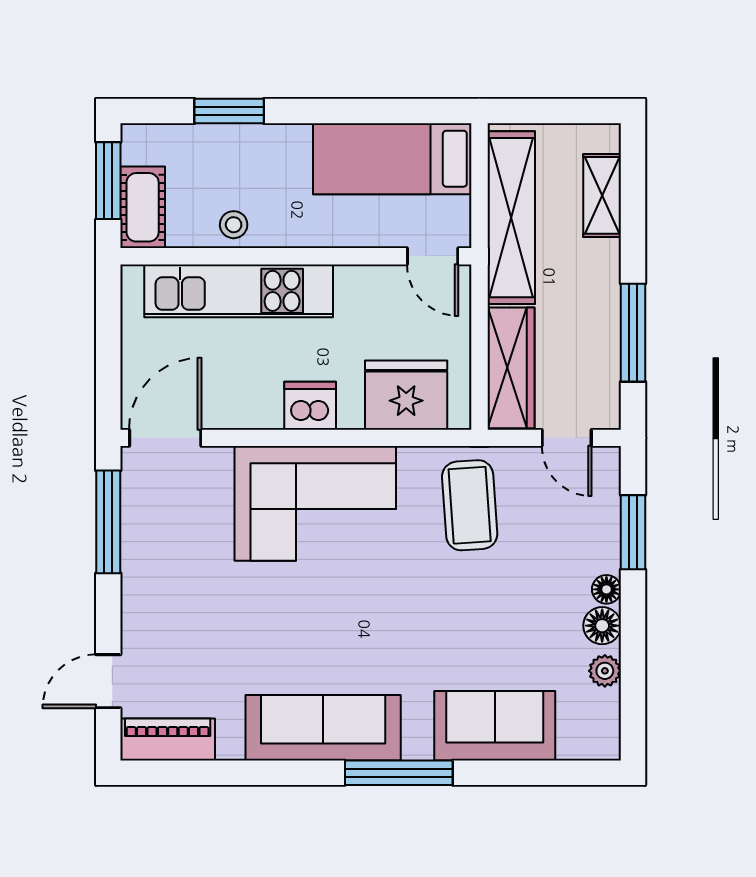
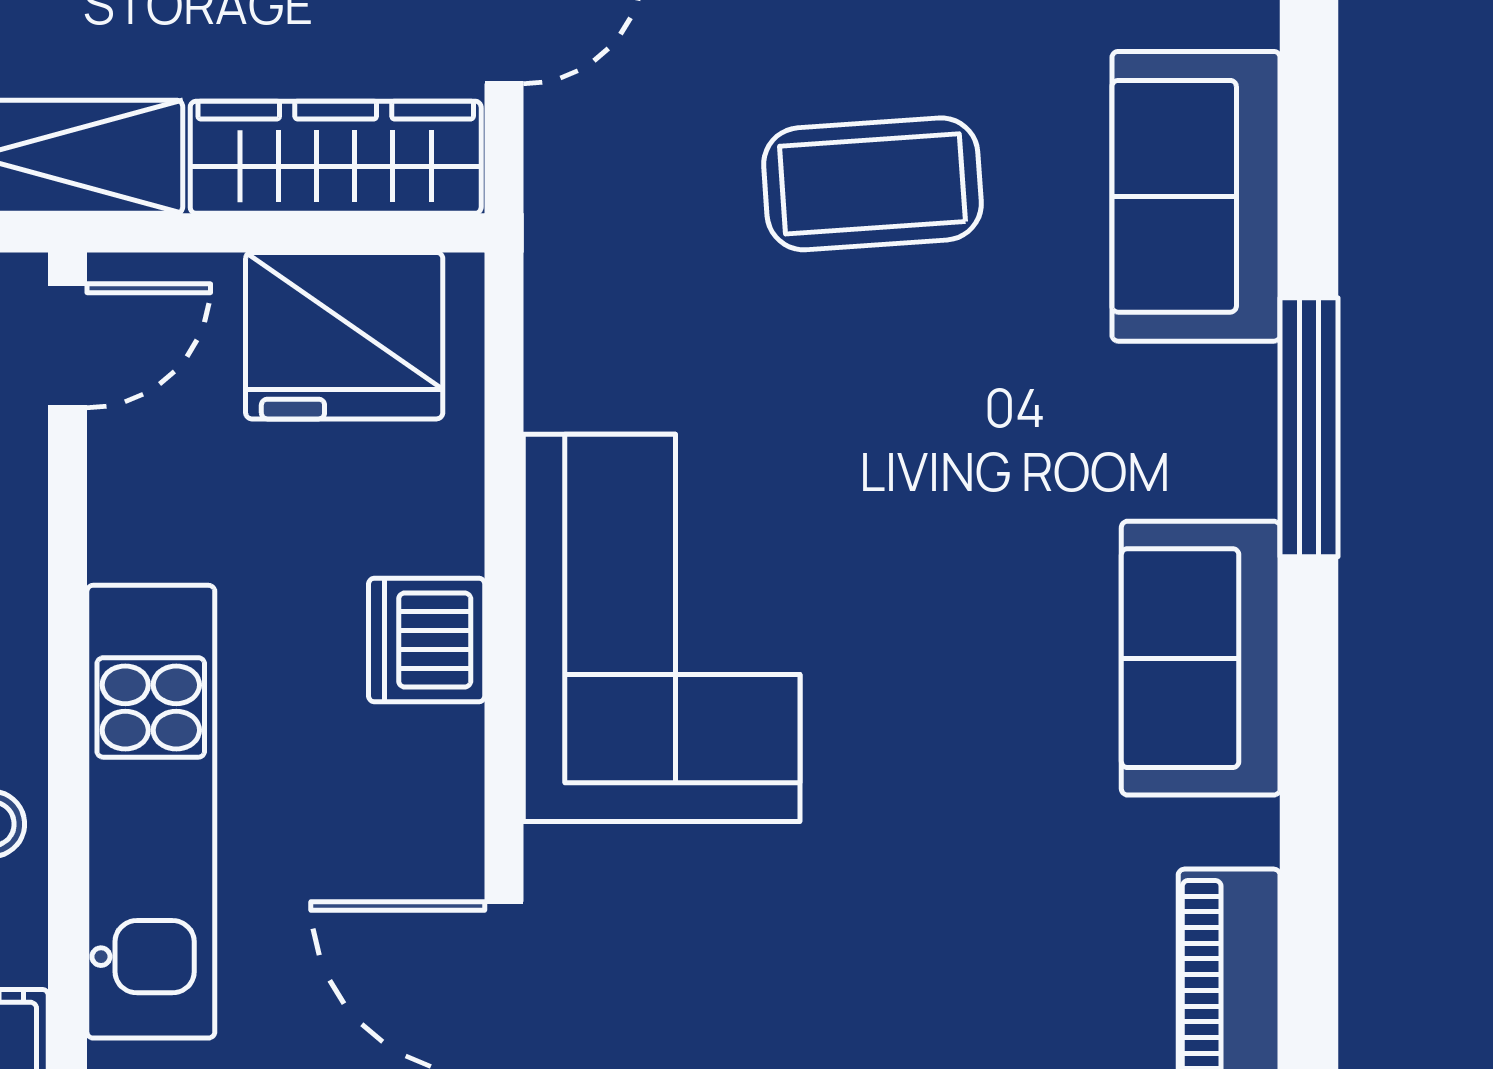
fridge: (406, 395) -> (344, 336), moved, turned -90
coffee table: (470, 505) -> (872, 184), moved
sofa: (323, 728) -> (1201, 658), width x0.73

